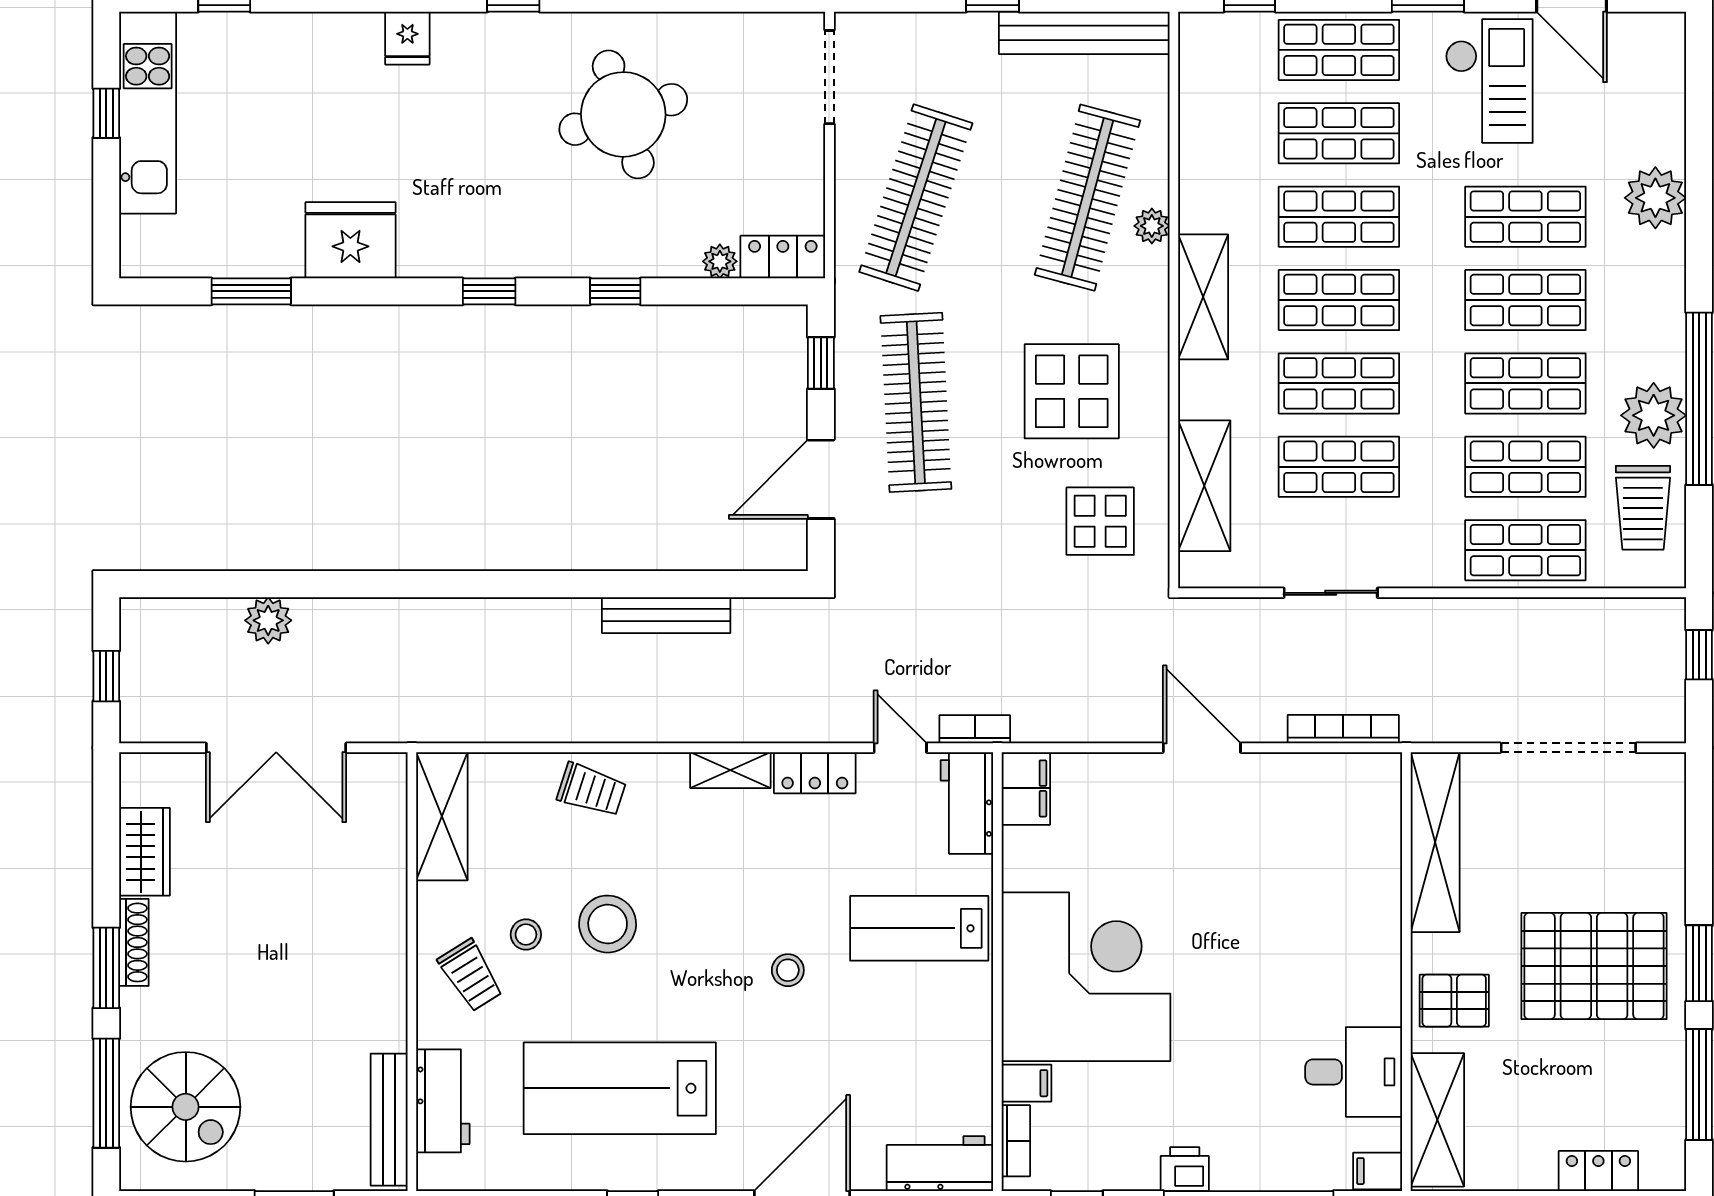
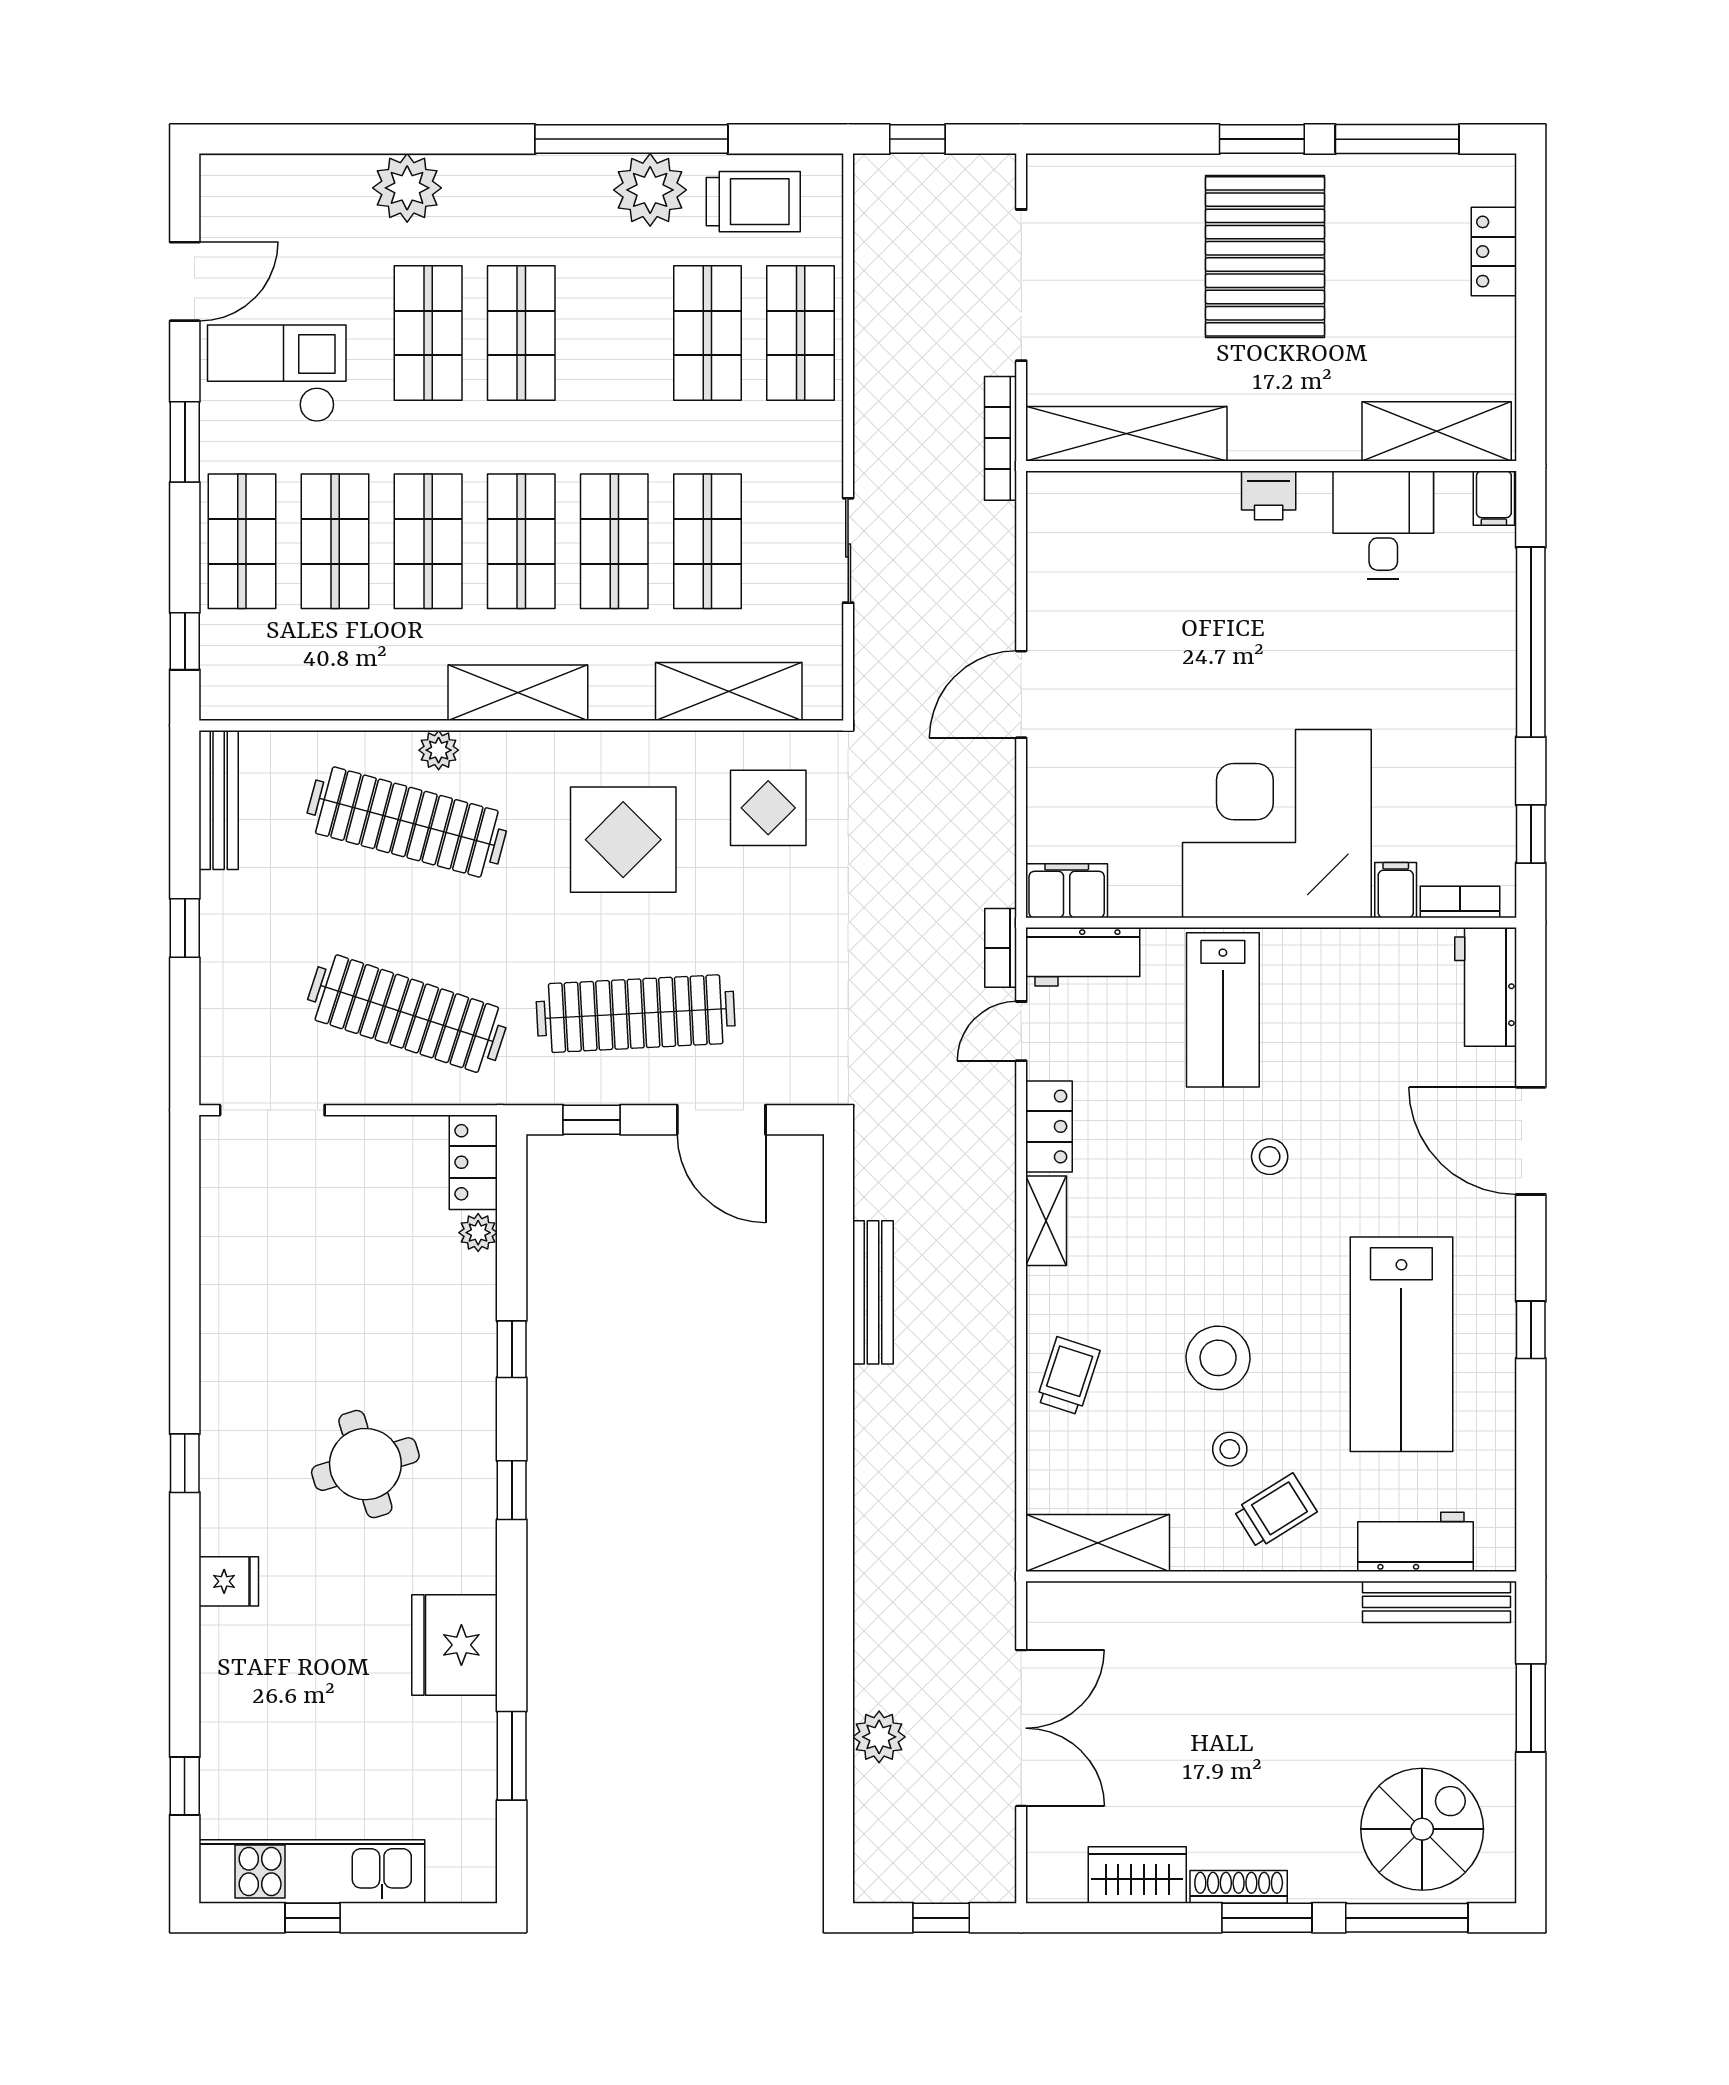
bench: (1084, 33) -> (219, 800), width x0.73, depth x0.82
round table: (623, 114) -> (365, 1464), moved, width x0.73, depth x0.73
shop shelf: (1525, 383) -> (614, 333), removed
bookcase: (1343, 729) -> (1000, 438), moved
pallet: (1454, 1001) -> (1304, 413), removed
printer: (1185, 1169) -> (1269, 495), moved, turned -90

